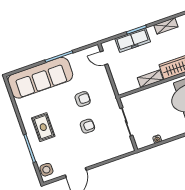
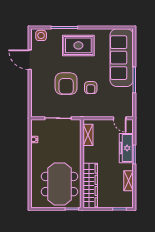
door: (104, 58) -> (120, 118), swing flipped
shelving: (150, 79) -> (88, 135), moved
armchair: (87, 126) -> (66, 84), width x1.88, depth x1.88
rug: (43, 127) -> (78, 45), width x1.36, depth x1.43

